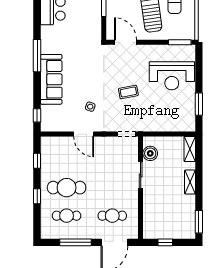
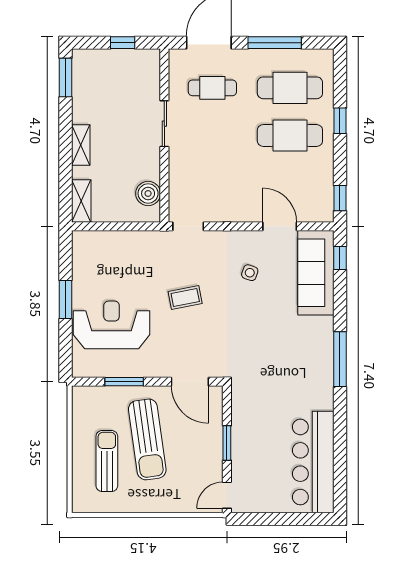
window: (180, 42) -> (124, 382), moved
sofa: (51, 79) -> (316, 273), moved
window: (199, 104) -> (66, 299), moved
door: (84, 134) -> (280, 226), moved
window: (37, 161) -> (340, 198), moved
sliding door: (141, 175) -> (164, 124), moved
cafe table: (67, 216) -> (290, 88), width x1.37, depth x1.35

